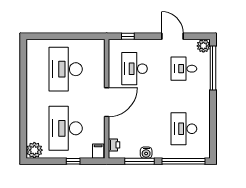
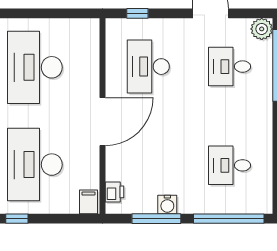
desk: (184, 129) -> (230, 165), width x0.73
window: (73, 161) -> (17, 219), moved

